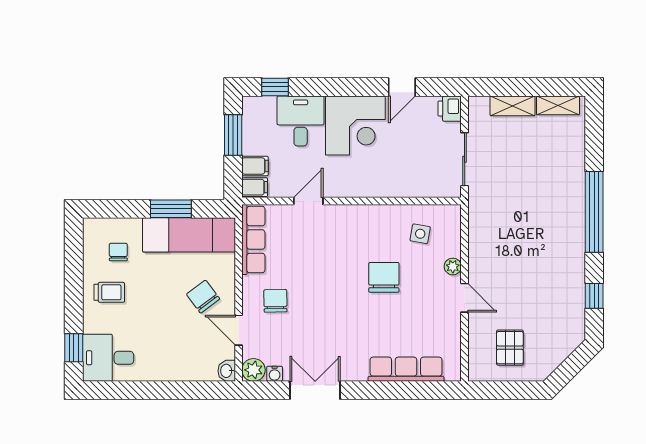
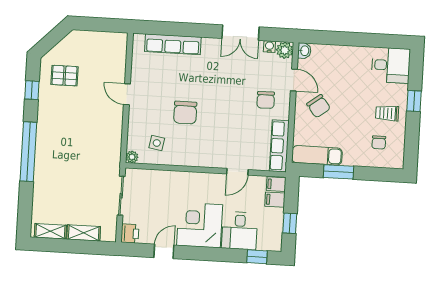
window: (233, 135) -> (290, 223), width x0.67
exam couch: (189, 235) -> (317, 155), width x0.73, depth x0.69
plant: (453, 266) -> (132, 157), moved
window: (74, 348) -> (414, 101), moved
pallet: (510, 348) -> (64, 76), moved, turned 90

